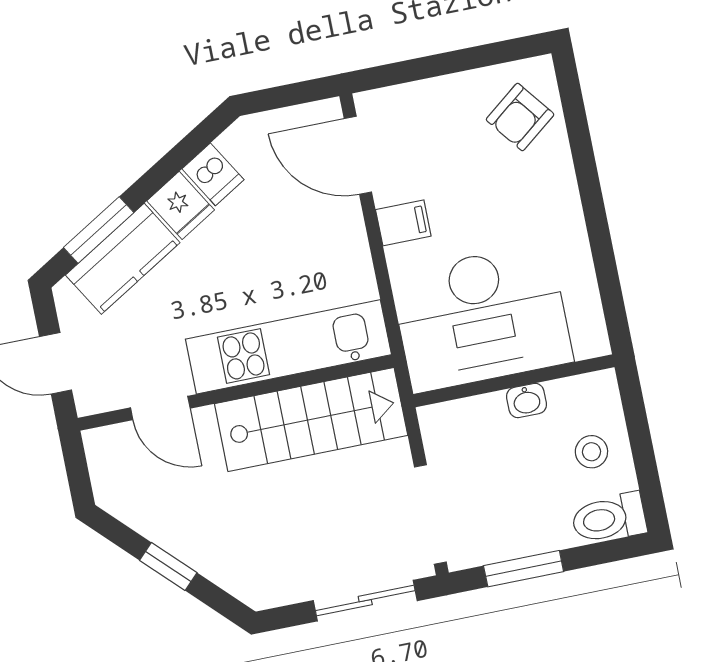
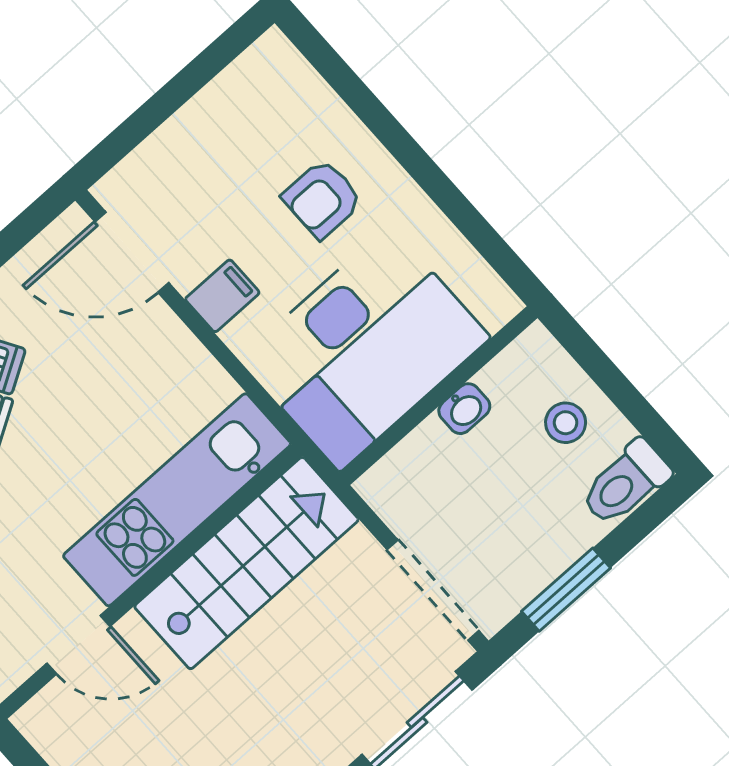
armchair: (520, 117) -> (322, 199), moved, turned 38

